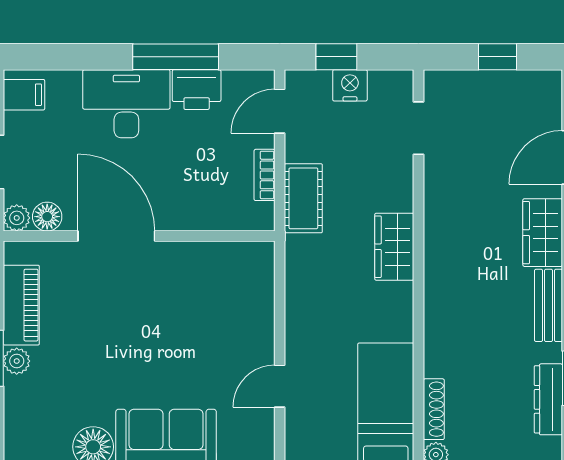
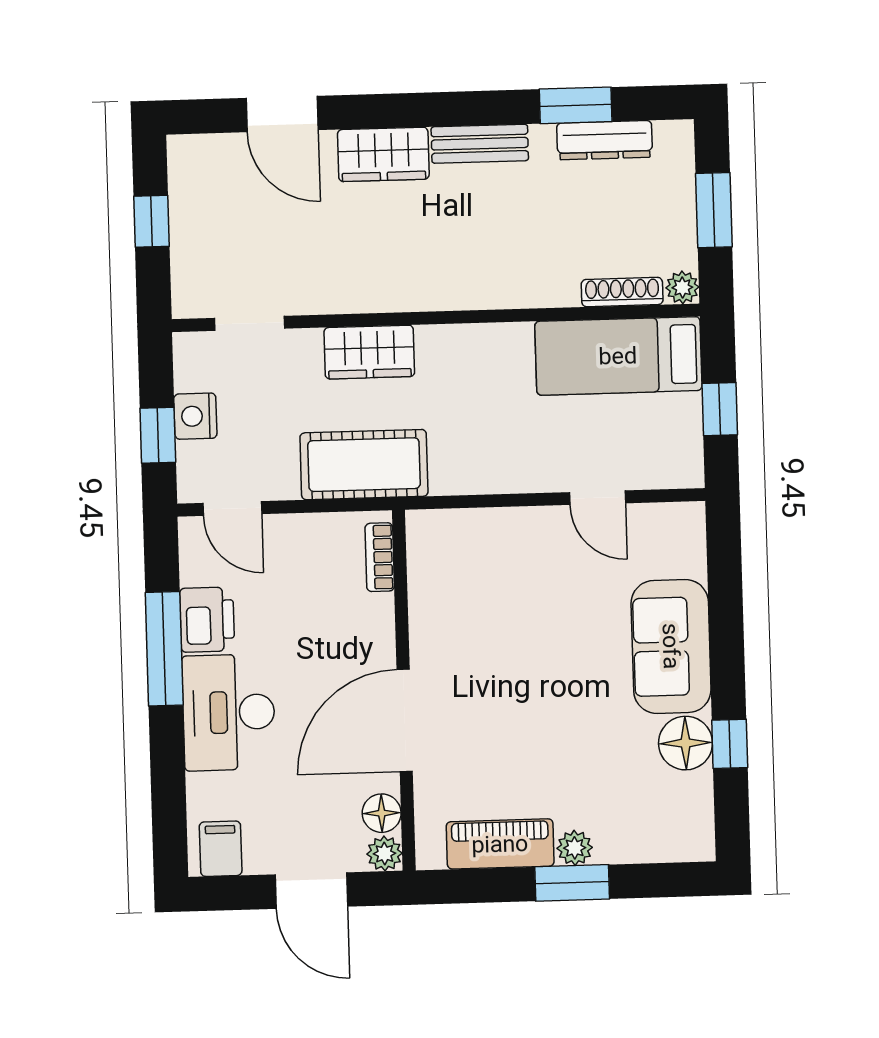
bookcase: (265, 175) -> (380, 557), moved, turned 90
cot: (303, 198) -> (364, 465), width x1.37, depth x1.34
wardrobe: (394, 247) -> (369, 352), moved

